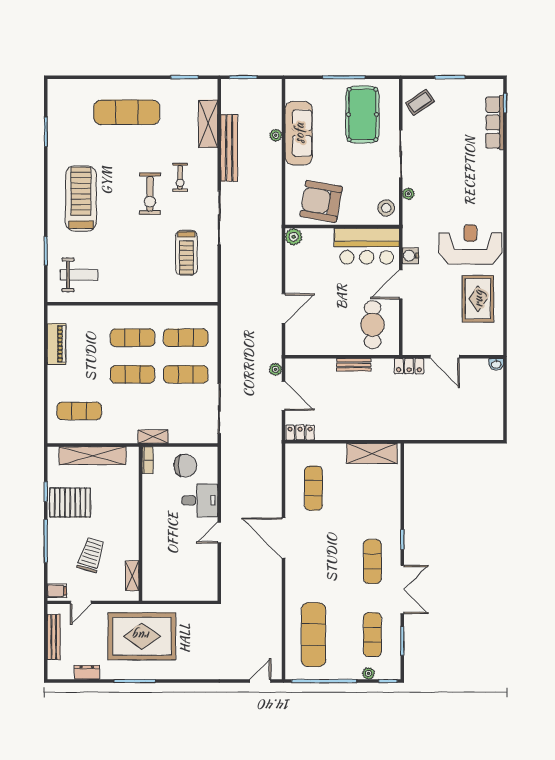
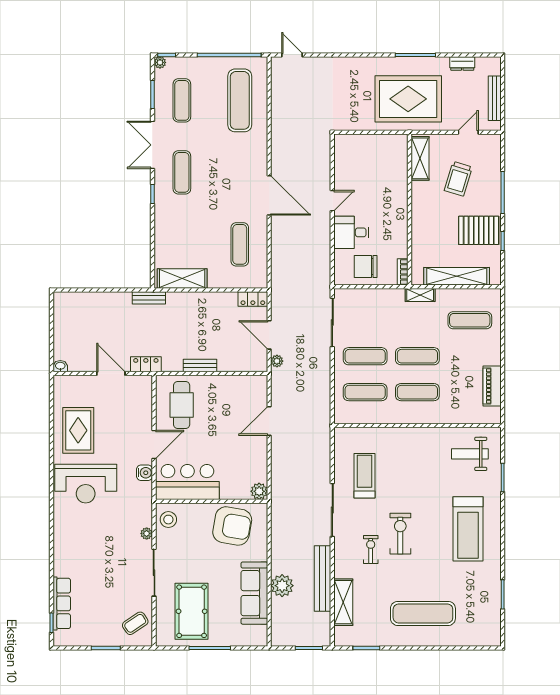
plant: (276, 135) -> (282, 586), width x1.87, depth x1.87
bench: (406, 434) -> (149, 298), added
shelving: (153, 437) -> (420, 295), moved
shelving: (132, 576) -> (420, 158), width x1.50, depth x1.33
filing cabinet: (57, 591) -> (492, 144), removed
plant: (369, 673) -> (160, 62), moved
door: (260, 681) -> (292, 55), swing flipped

